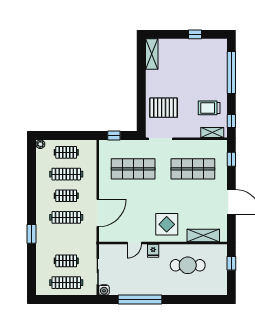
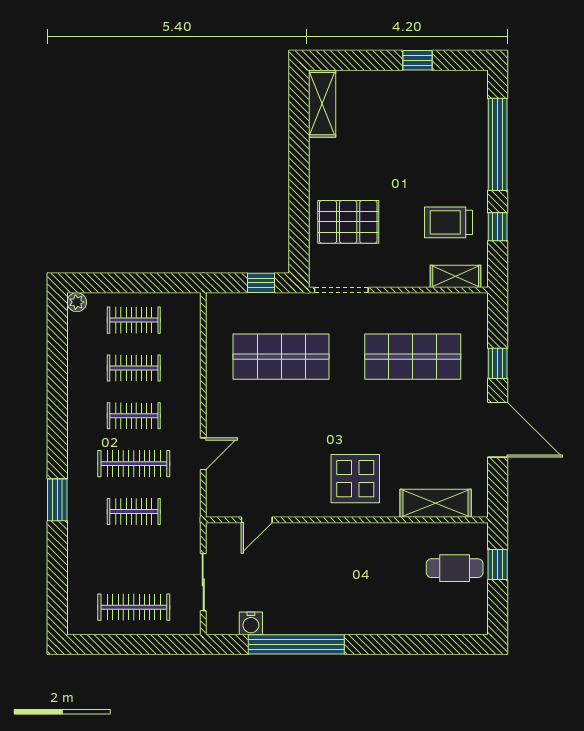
window: (231, 121) -> (498, 227), moved
window: (114, 135) -> (261, 283), moved
window: (231, 159) -> (498, 363), moved
clothes rail: (66, 174) -> (134, 368), width x0.73
door: (98, 213) -> (203, 454), width x0.53
door: (134, 243) -> (257, 520), moved
fridge: (153, 251) -> (325, 537), removed
clothes rail: (66, 261) -> (134, 511), moved
cafe table: (188, 265) -> (455, 568), moved, width x0.73, depth x0.74
water cooler: (104, 290) -> (251, 623), moved

